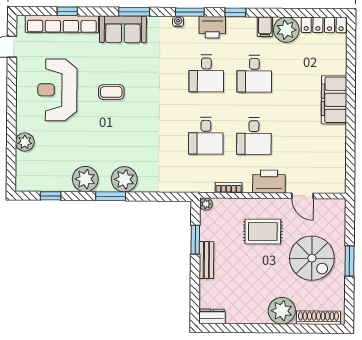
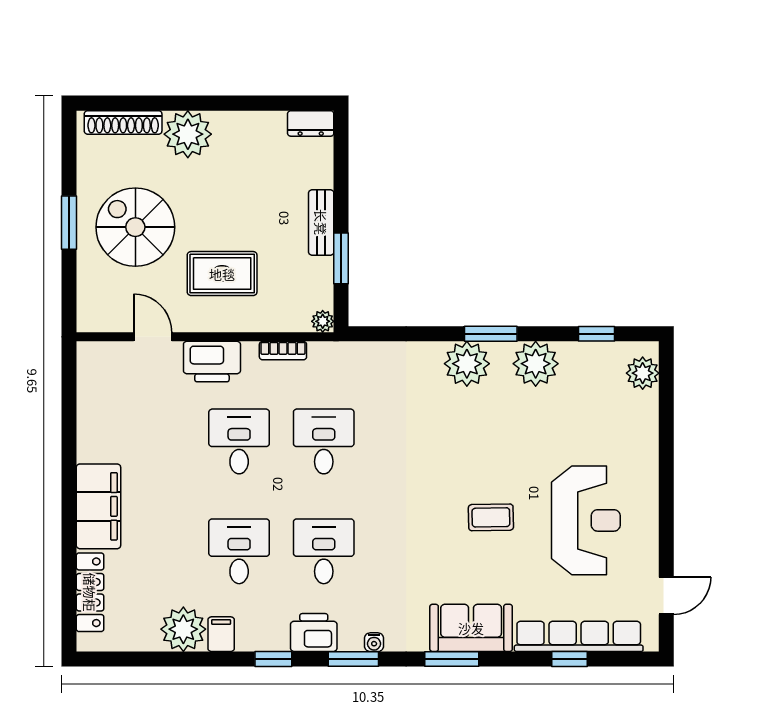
locker: (324, 25) -> (90, 592), moved, turned 90
plant: (25, 142) -> (643, 373), moved

